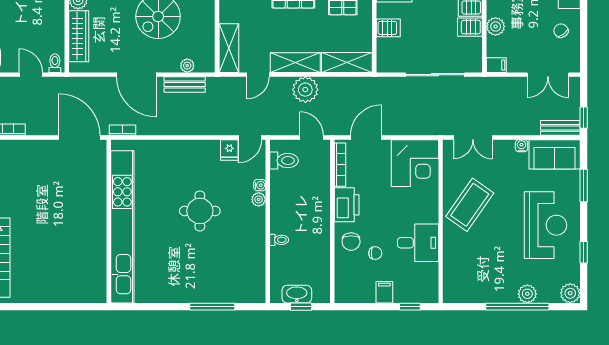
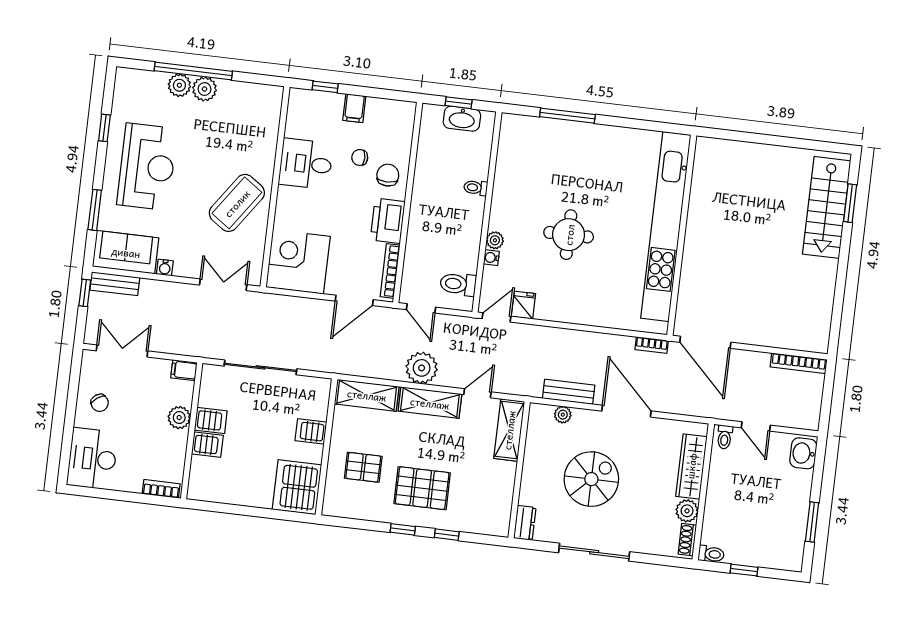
reception desk: (545, 225) -> (147, 167), turned 180
plant: (570, 293) -> (205, 89), moved

